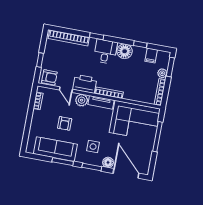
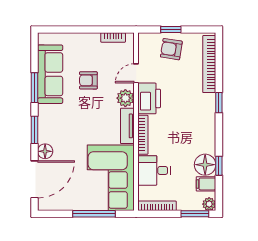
floor lamp: (125, 51) -> (205, 165), moved
desk: (105, 52) -> (154, 170), moved, turned 180
plant: (162, 73) -> (209, 204), moved
armchair: (49, 77) -> (171, 49), moved, turned 99
side table: (93, 147) -> (63, 126), removed

